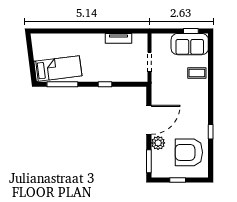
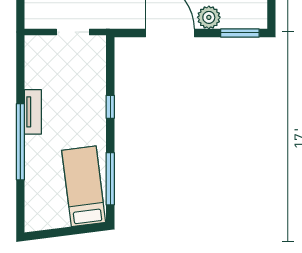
window: (84, 31) -> (20, 142), added
tv unit: (119, 38) -> (33, 112), moved

